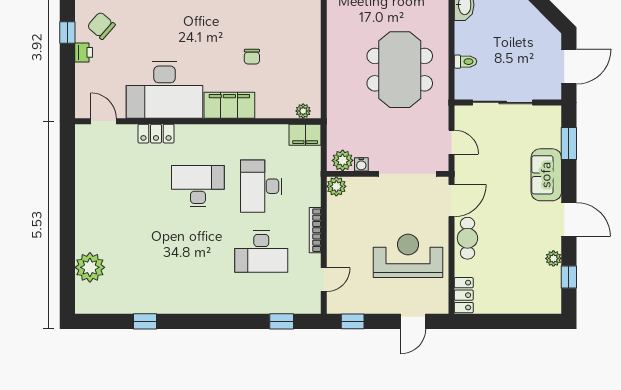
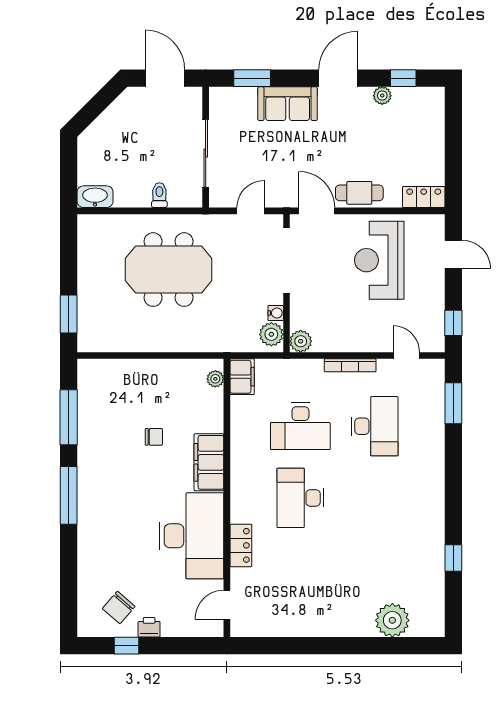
window: (282, 321) -> (453, 403), width x1.50

